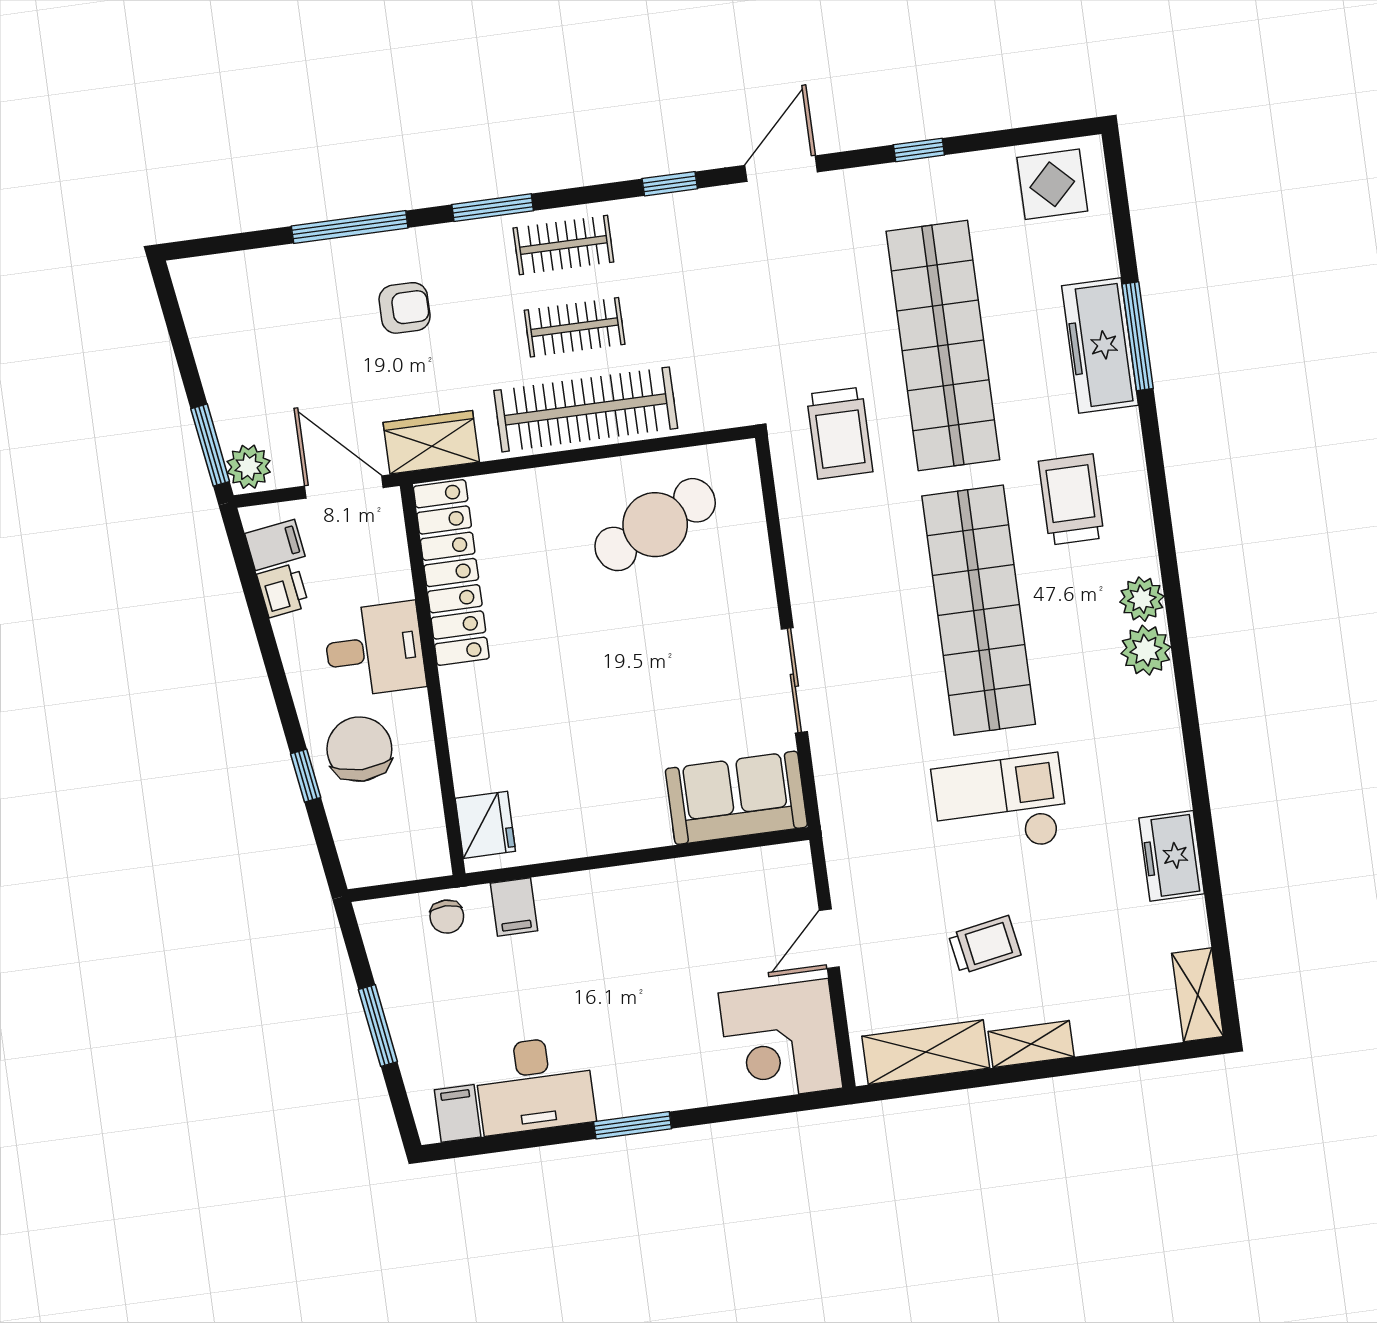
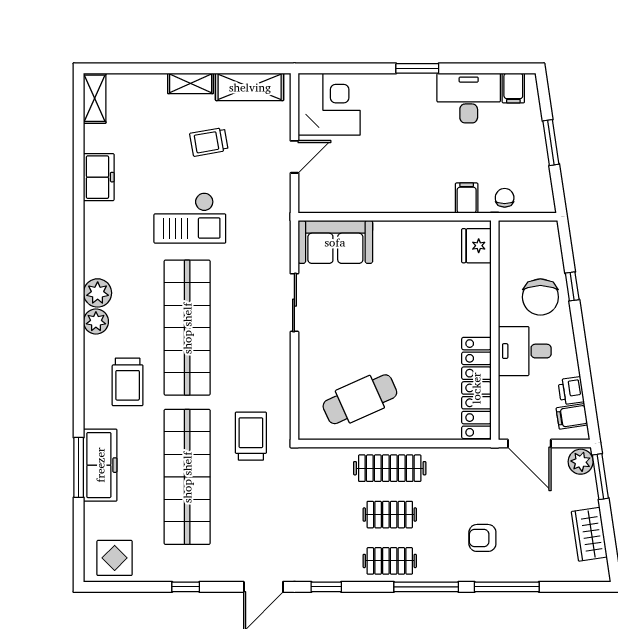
window: (493, 208) -> (426, 587), width x1.44
clothes rail: (586, 409) -> (390, 468), width x0.73, depth x0.76
wardrobe: (431, 442) -> (589, 534), moved, turned 82

